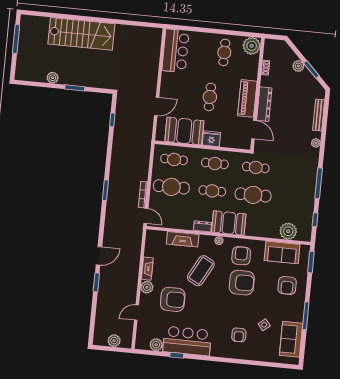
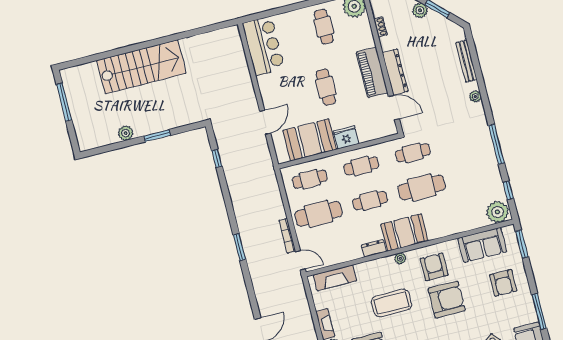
plant: (288, 231) -> (498, 212), moved
fireplace: (183, 239) -> (335, 278), moved
coffee table: (201, 271) -> (391, 303), turned 62

